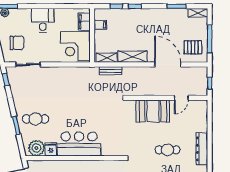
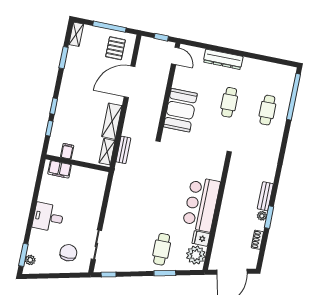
corner desk: (75, 46) -> (86, 185), removed
door: (181, 98) -> (175, 56), moved
dresser: (202, 149) -> (223, 59), moved

